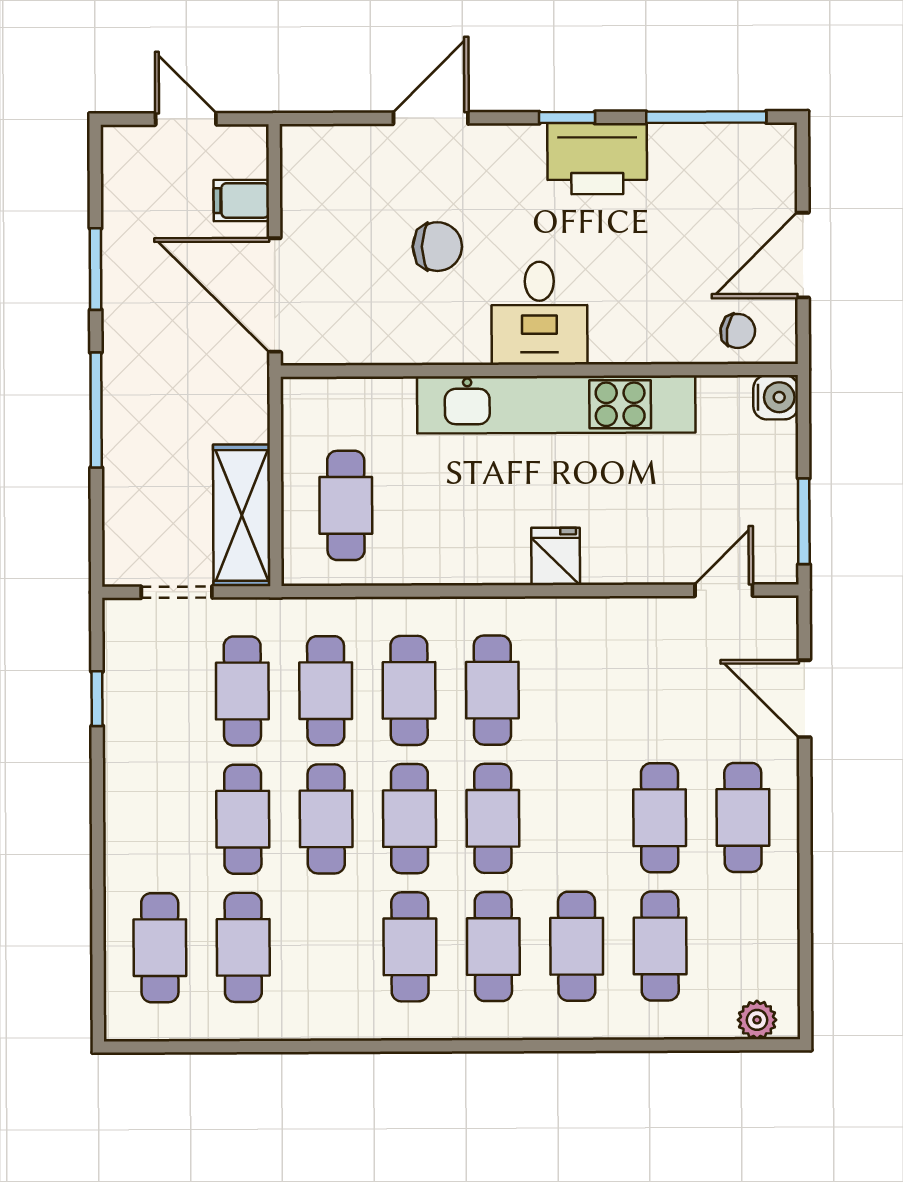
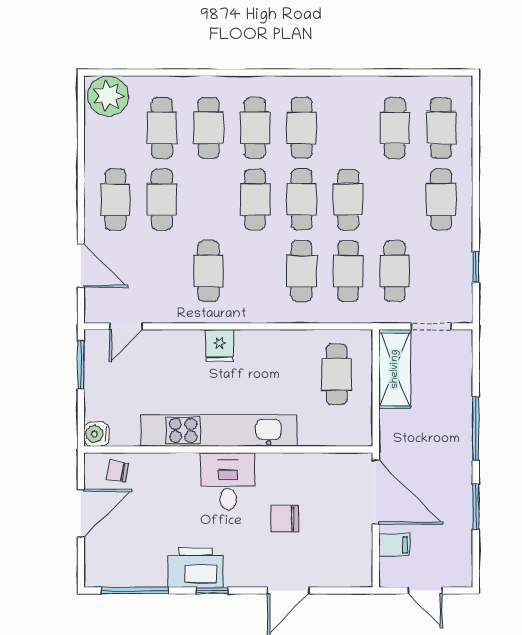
cafe table: (492, 690) -> (208, 271), moved
cafe table: (243, 819) -> (441, 199), moved
plant: (757, 1020) -> (108, 96), width x1.87, depth x1.87

